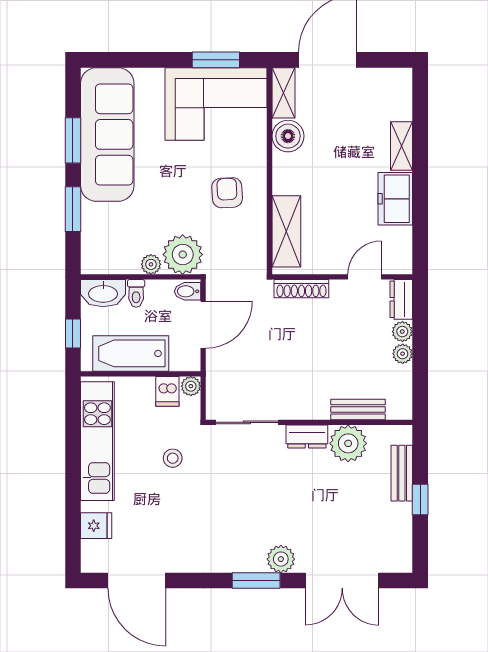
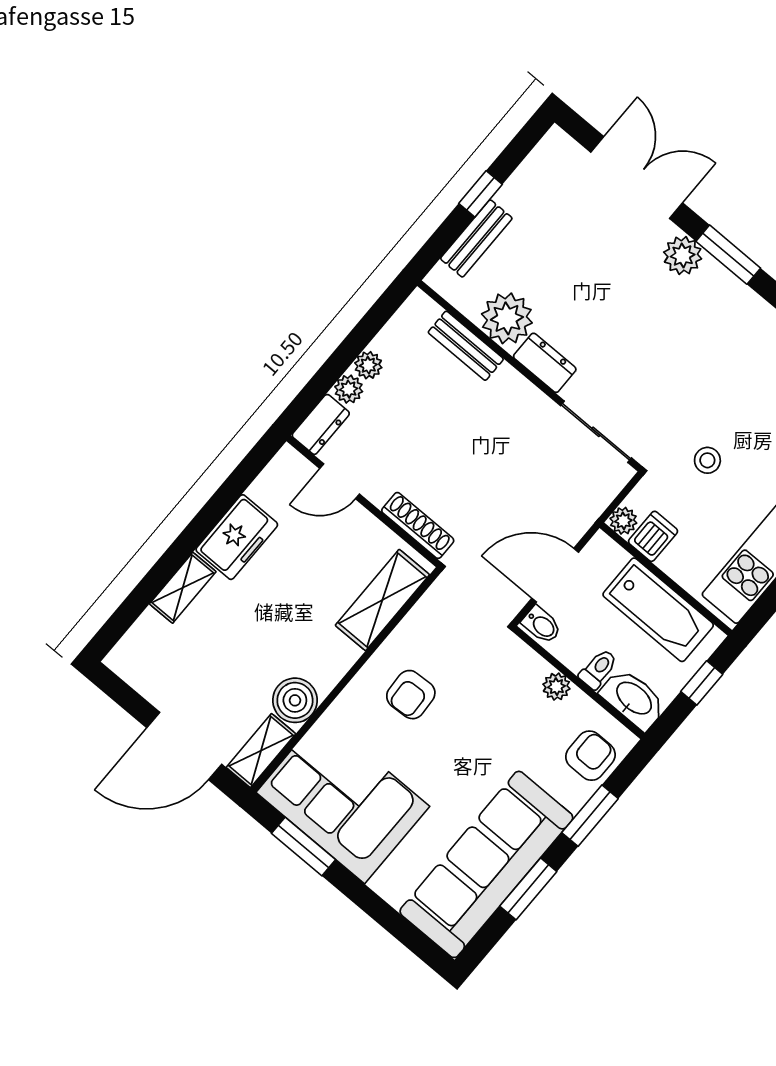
armchair: (100, 242) -> (590, 756), added
plant: (183, 254) -> (514, 669), removed

